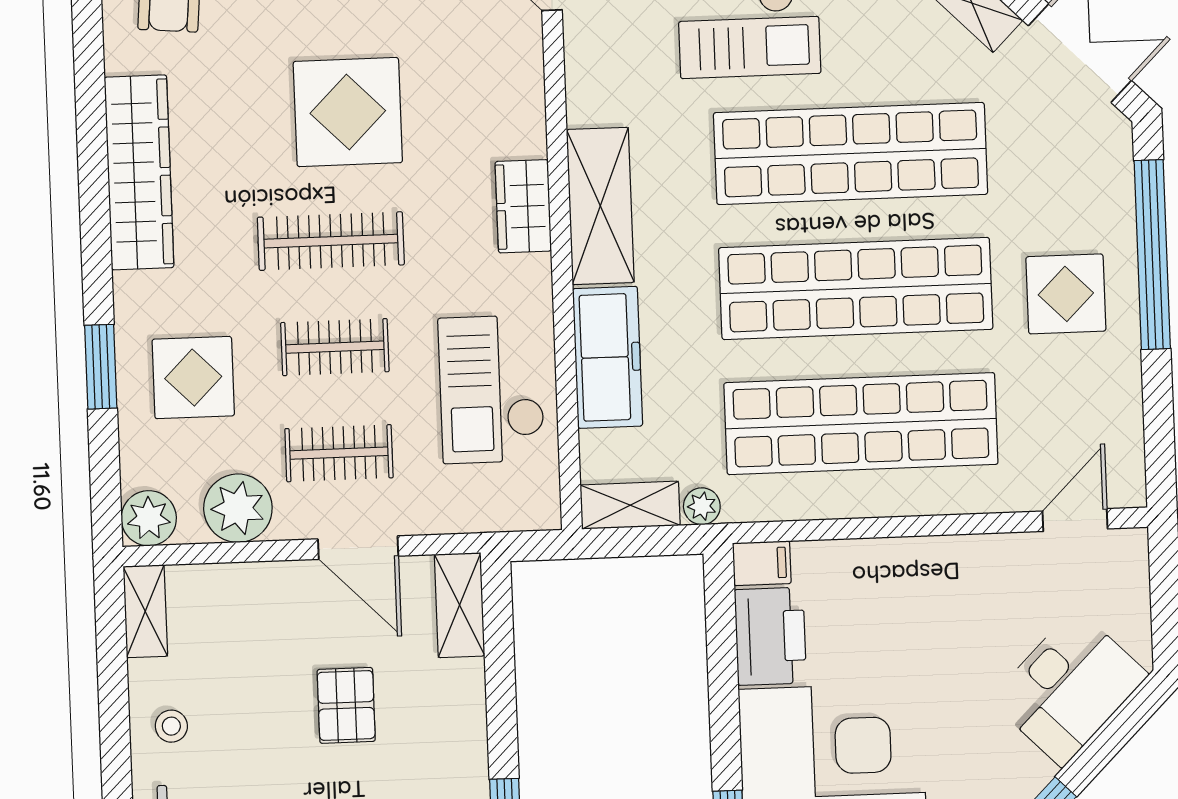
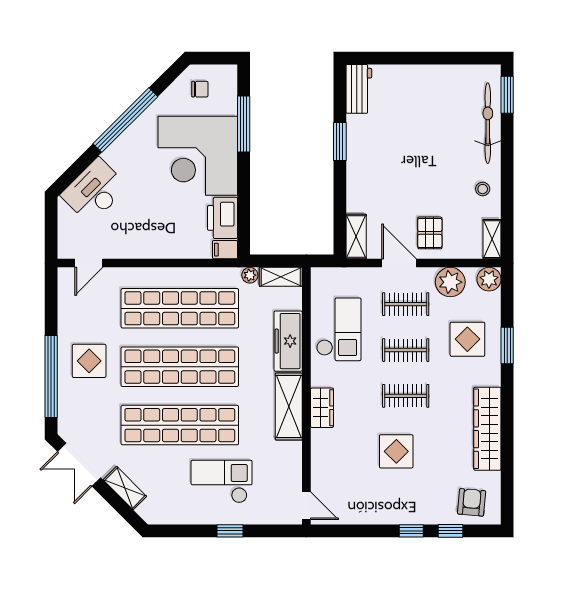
display table: (348, 112) -> (396, 451), width x0.73, depth x0.73
clothes rail: (331, 241) -> (406, 396), width x0.73
pallet: (346, 705) -> (430, 233), moved

